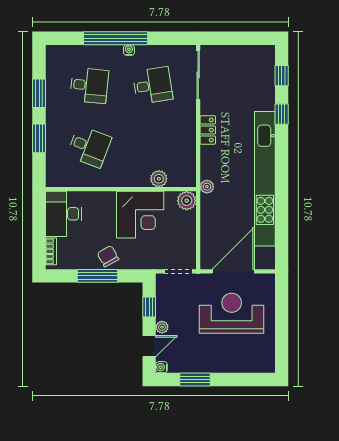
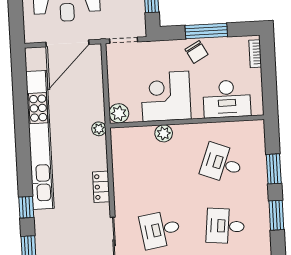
plant: (159, 179) -> (164, 133), moved
desk: (63, 214) -> (227, 99), moved, turned 90

